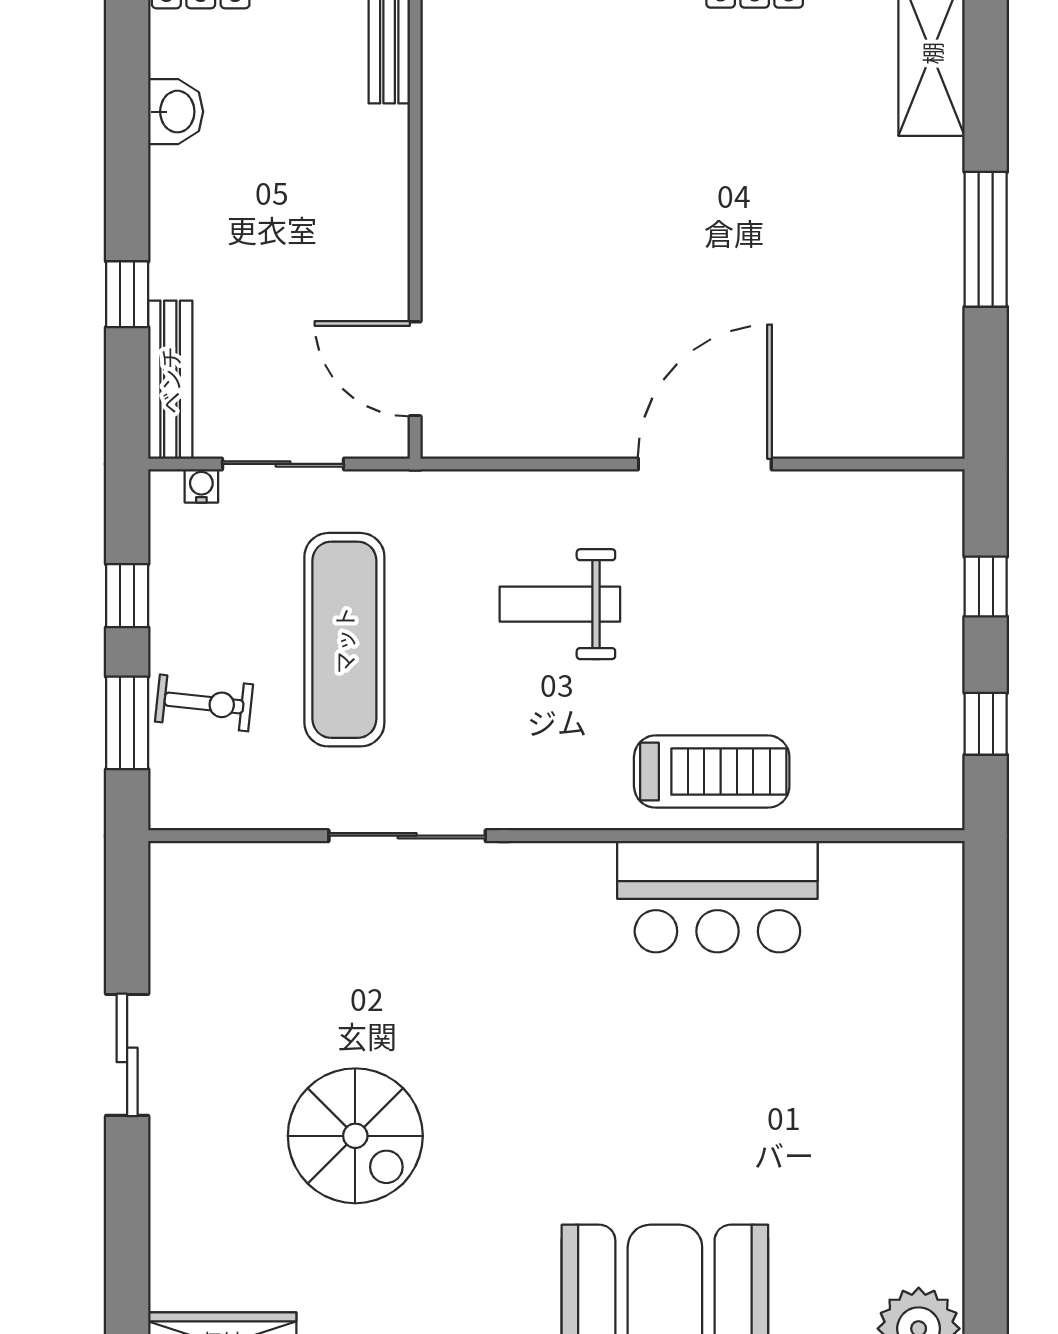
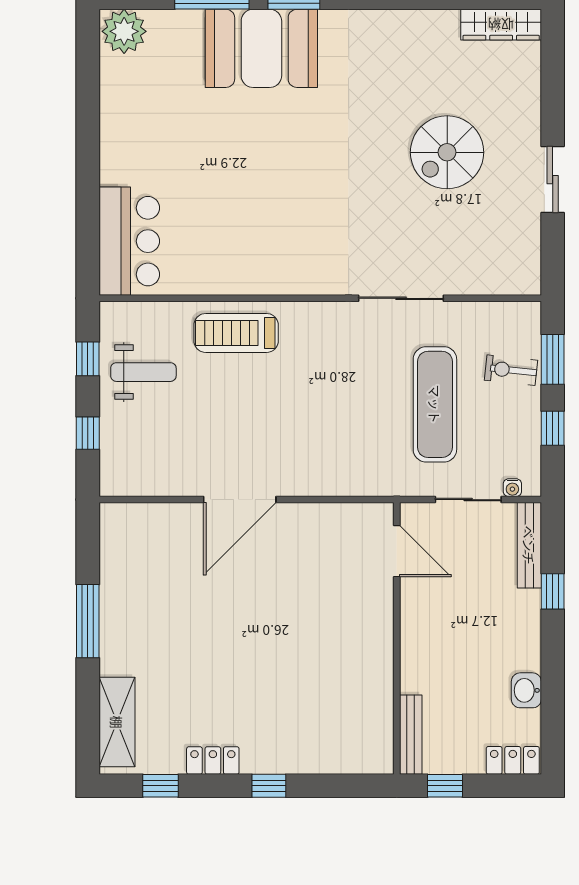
weight bench: (560, 604) -> (143, 372), moved
bar counter: (717, 897) -> (129, 241), moved, turned 90
spiral stairs: (355, 1136) -> (447, 152), moved, turned -90

